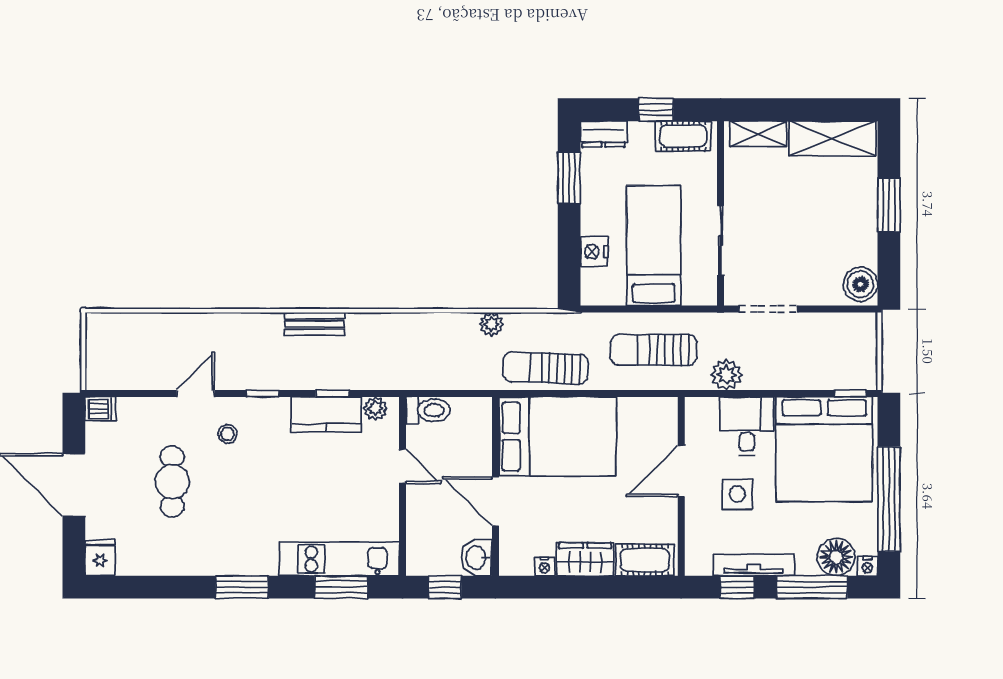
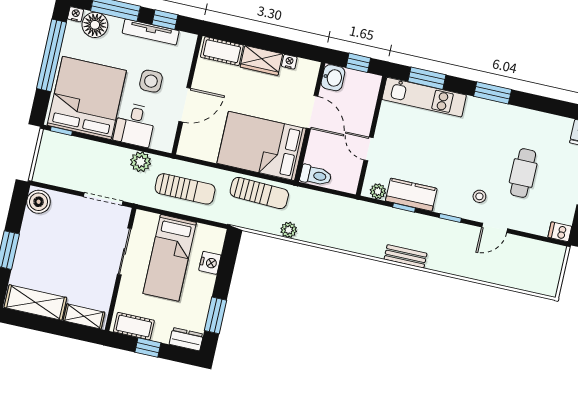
toilet: (428, 410) -> (316, 175), moved, turned 180

